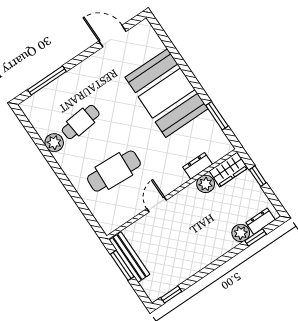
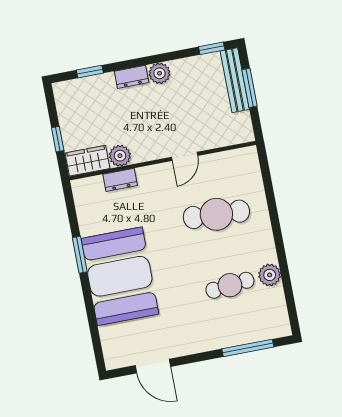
window: (217, 116) -> (80, 255), moved
dresser: (261, 221) -> (132, 77), moved
plant: (241, 233) -> (160, 73), moved
bench: (129, 257) -> (235, 80), moved
window: (122, 265) -> (249, 88), moved

